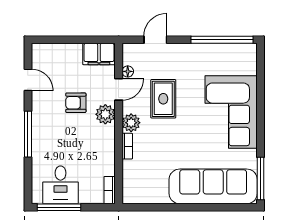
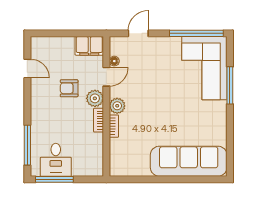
rug: (163, 99) -> (145, 85), removed
corner sofa: (231, 112) -> (204, 68), moved
window: (28, 134) -> (27, 145), moved
window: (261, 179) -> (230, 85), moved
bookcase: (110, 190) -> (99, 120), moved

